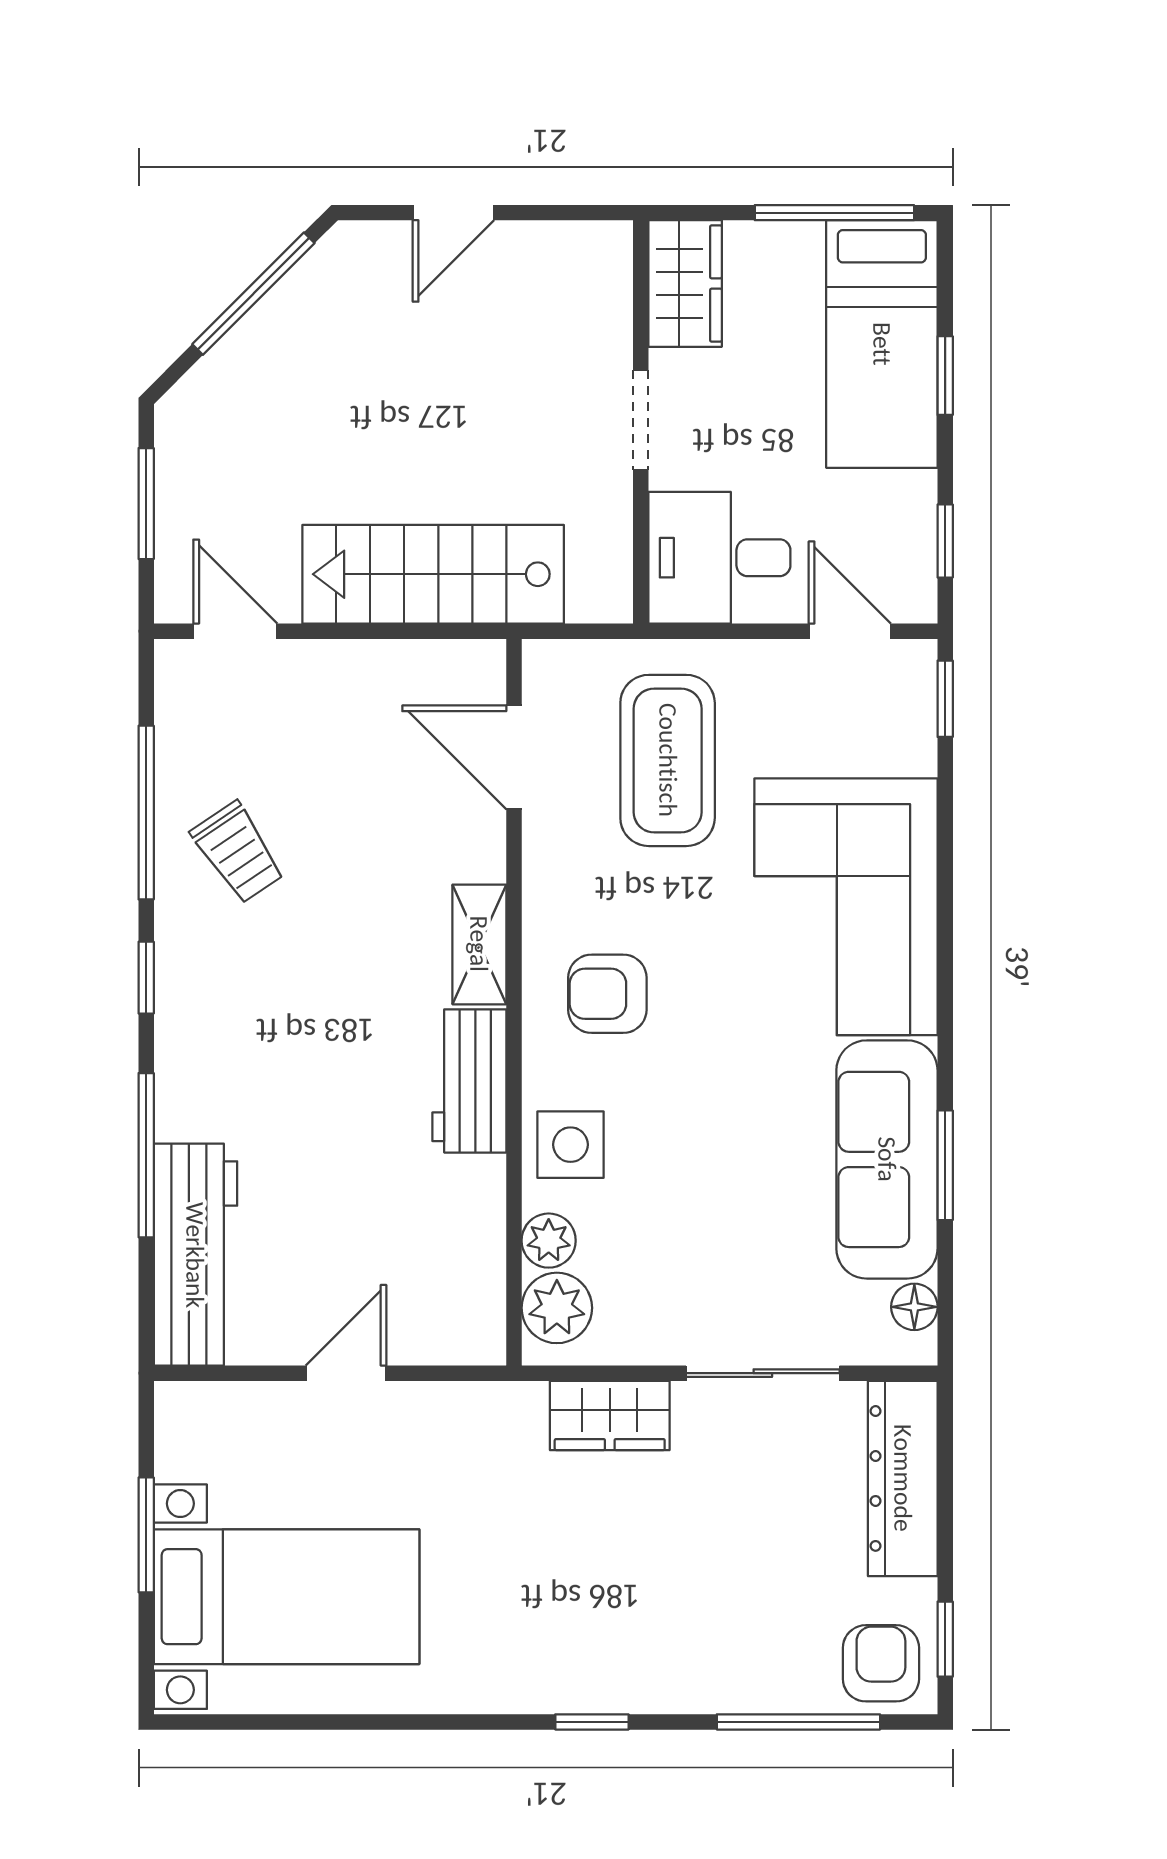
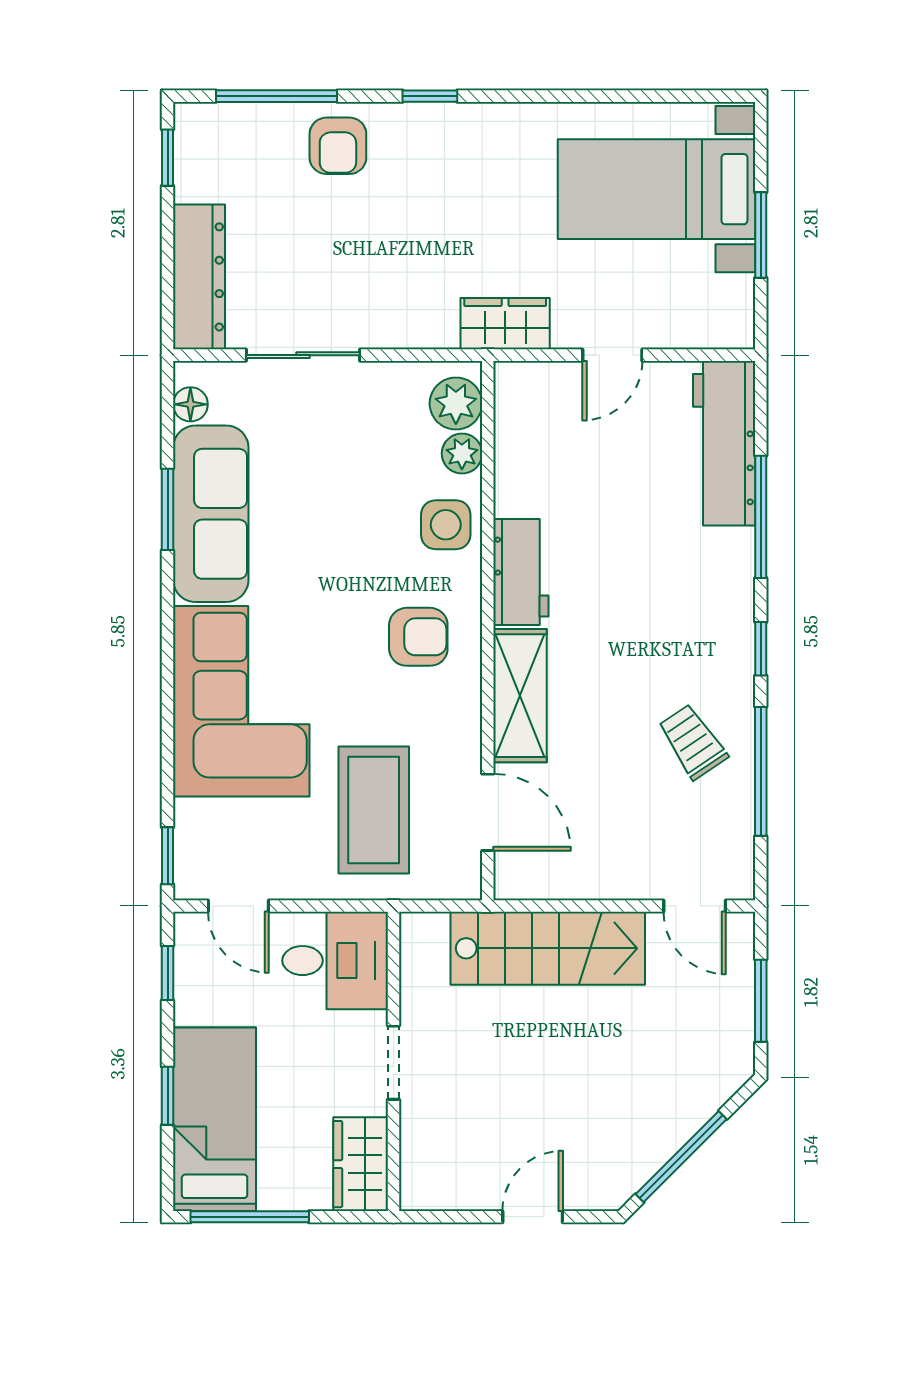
shelving: (479, 944) -> (520, 696), width x1.50, depth x1.33
wardrobe: (610, 1415) -> (505, 324), moved
armchair: (881, 1663) -> (338, 146), moved

